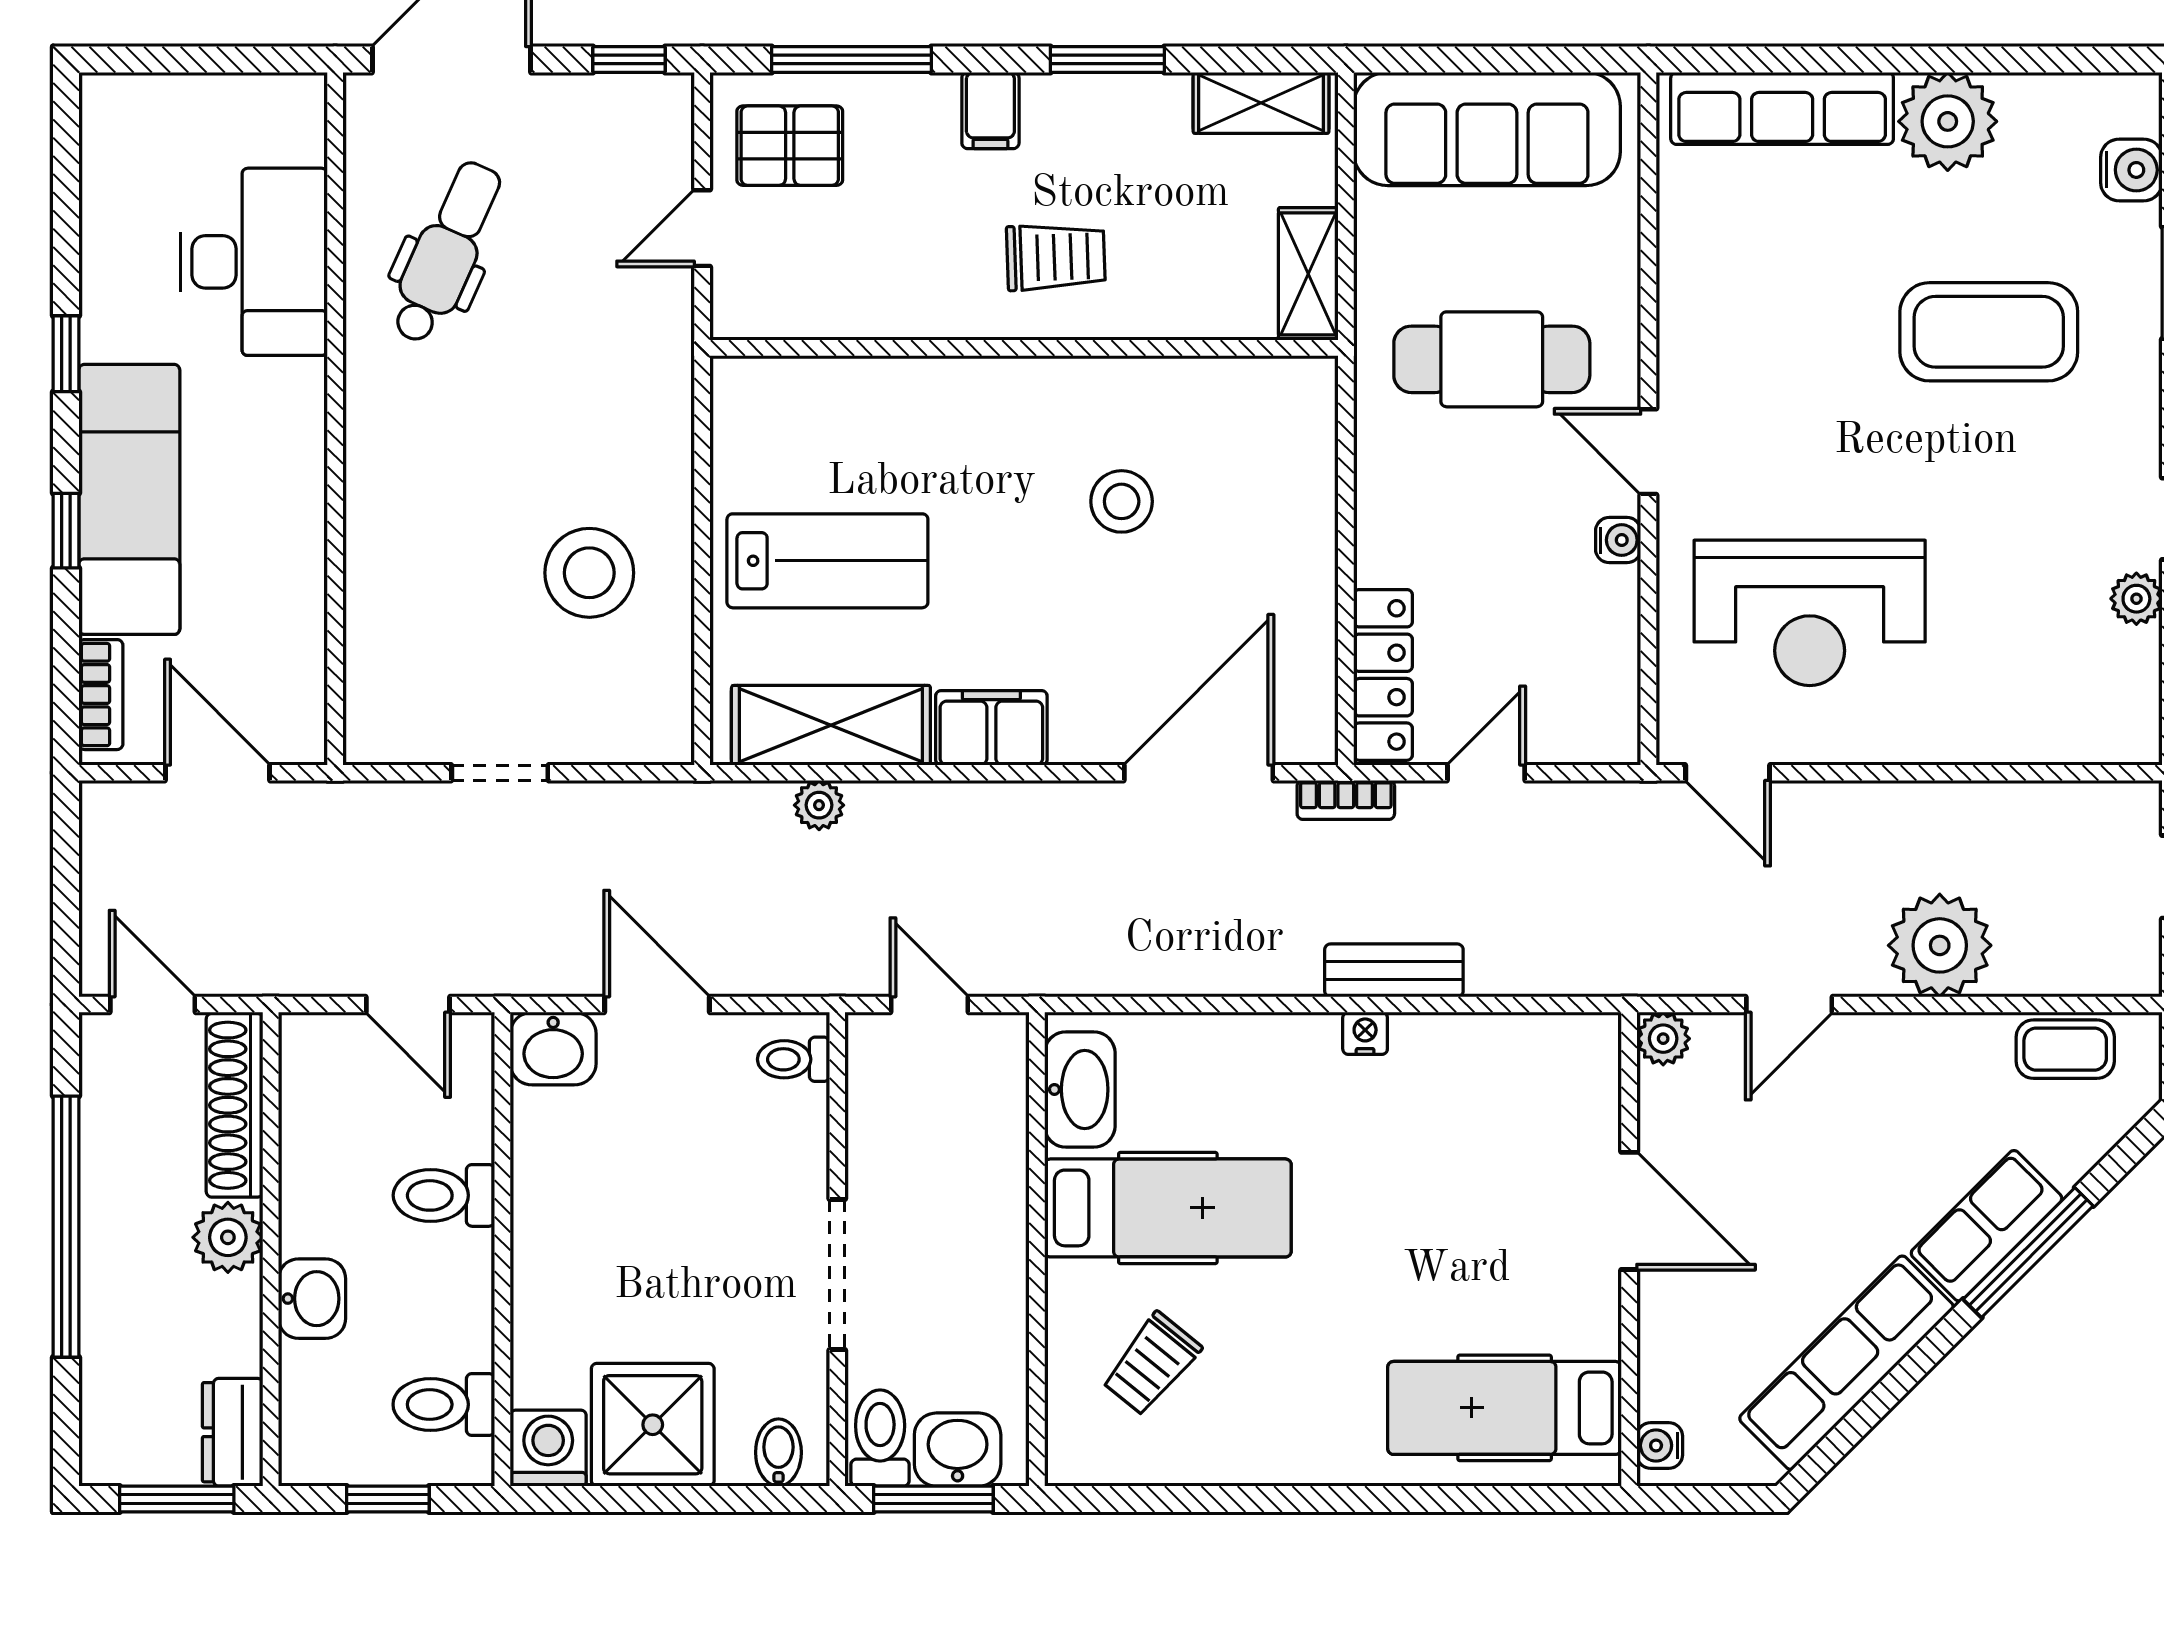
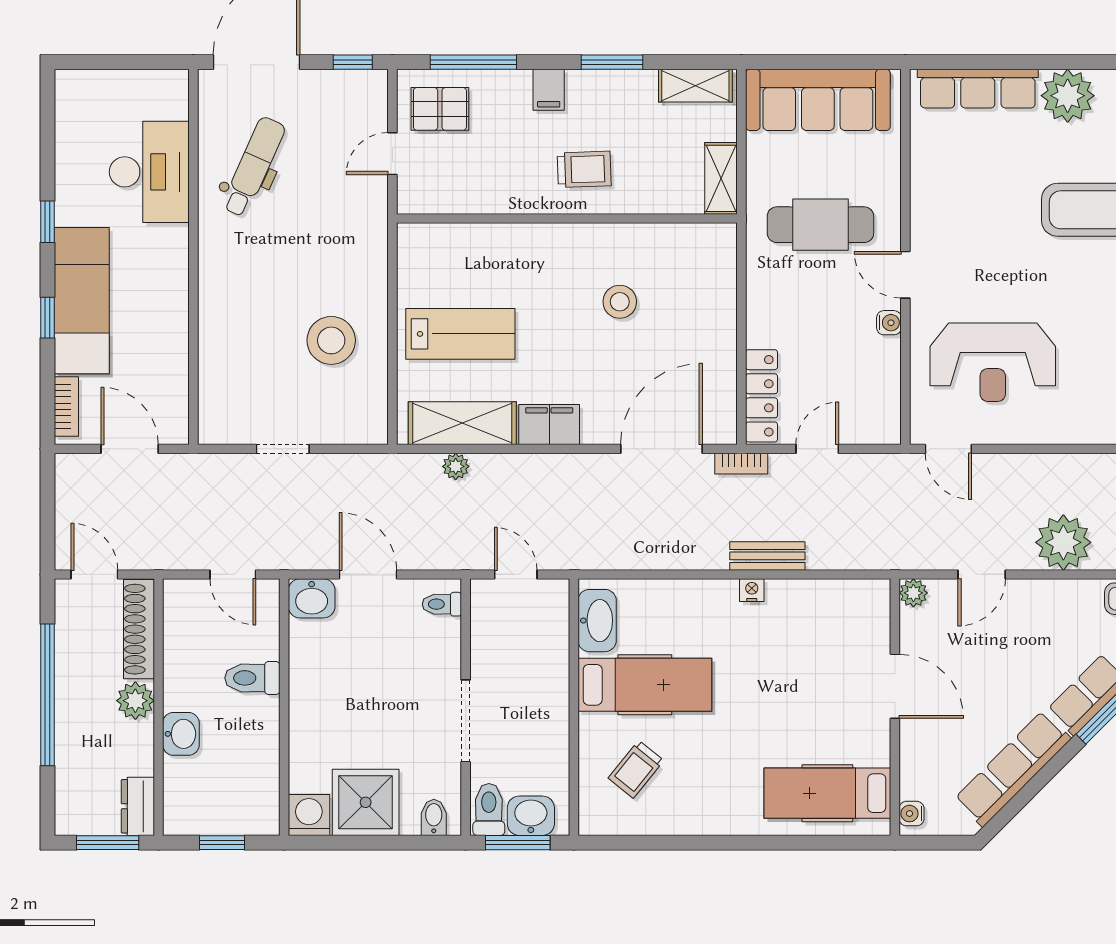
toilet: (444, 1404) -> (252, 791), removed

